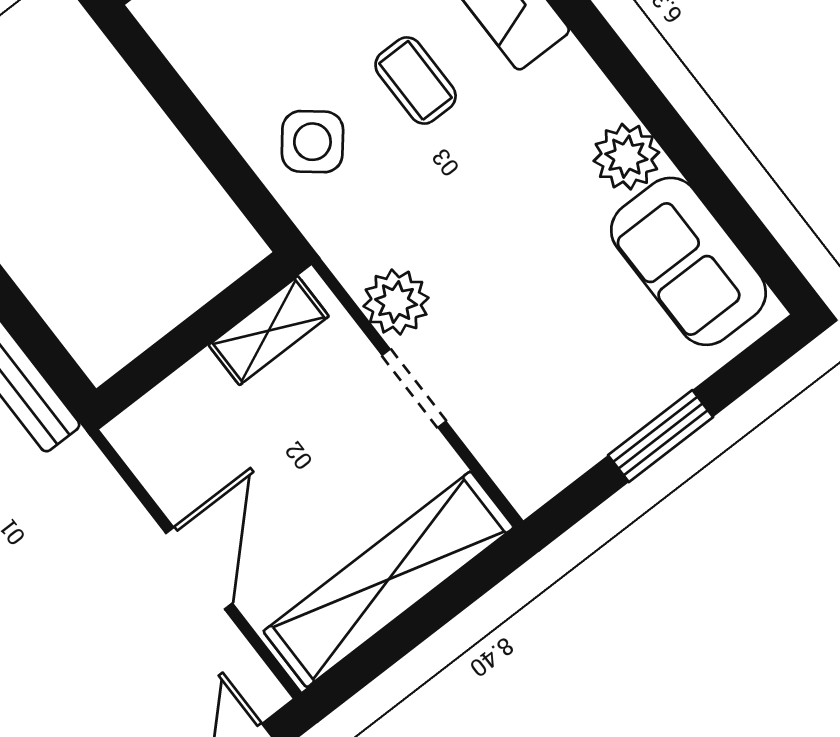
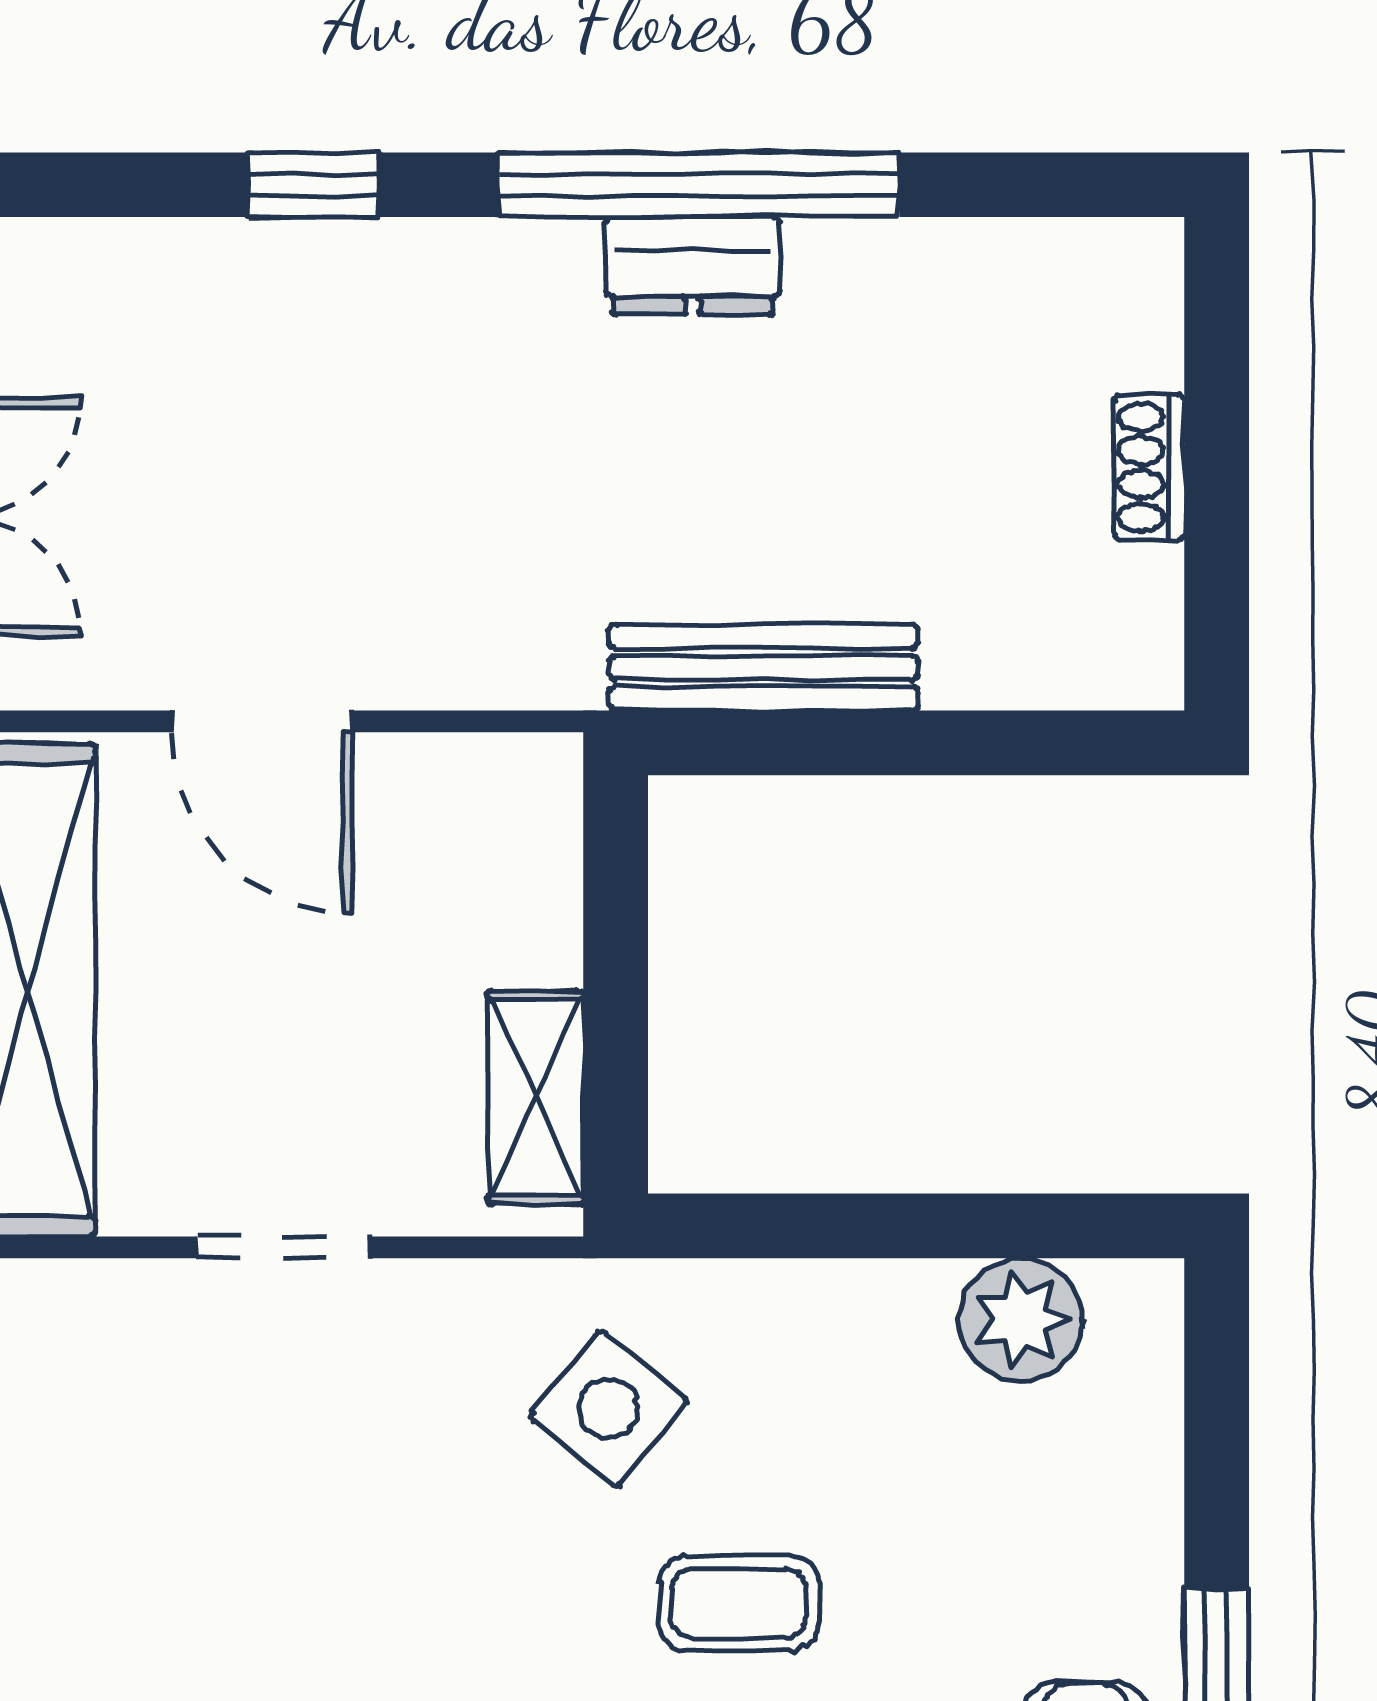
side table: (312, 142) -> (608, 1409), moved
plant: (396, 302) -> (1021, 1320), moved

